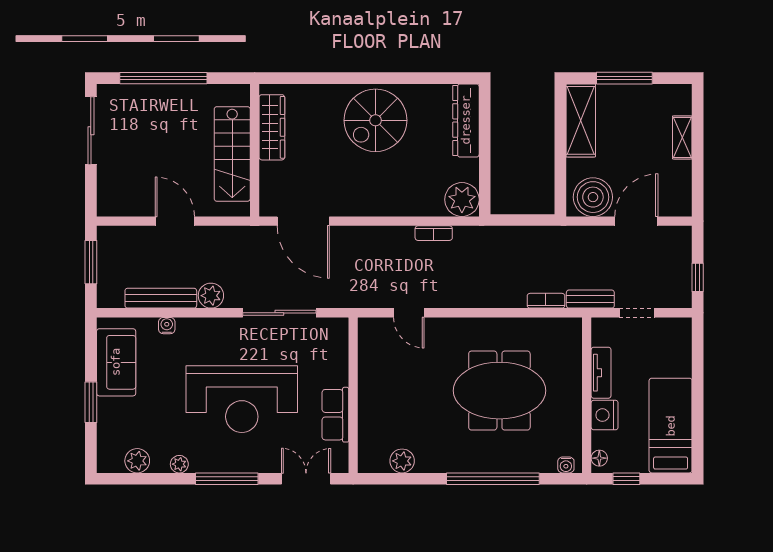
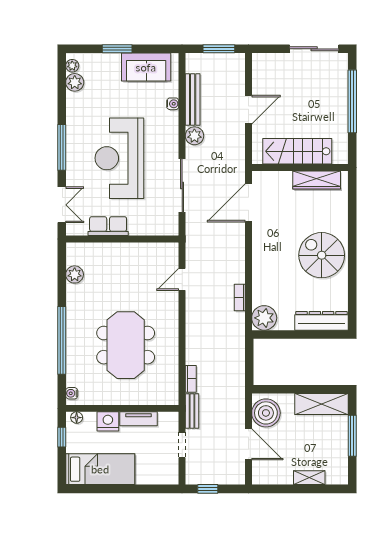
plant: (179, 464) -> (72, 66), moved

